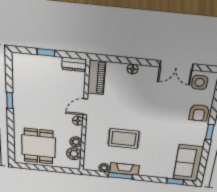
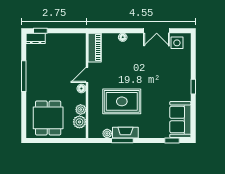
window: (46, 52) -> (40, 31), moved
dresser: (74, 64) -> (36, 38), moved
window: (10, 101) -> (24, 76), width x2.17
armchair: (199, 113) -> (181, 70), removed
rug: (124, 139) -> (122, 101), width x1.36, depth x1.43

